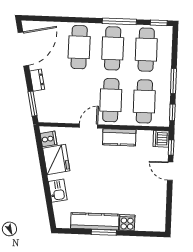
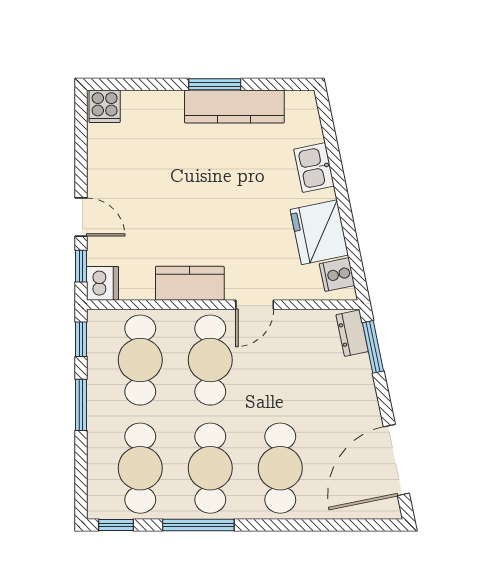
dresser: (37, 80) -> (352, 333), moved
cooker: (127, 223) -> (105, 106), moved

